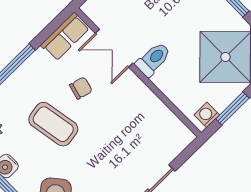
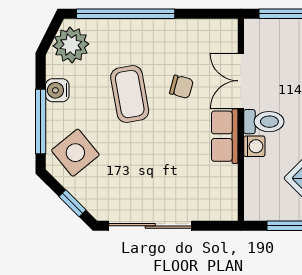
row of seats: (65, 37) -> (225, 136), moved, turned 90
washing machine: (207, 115) -> (254, 146), moved, turned 90

